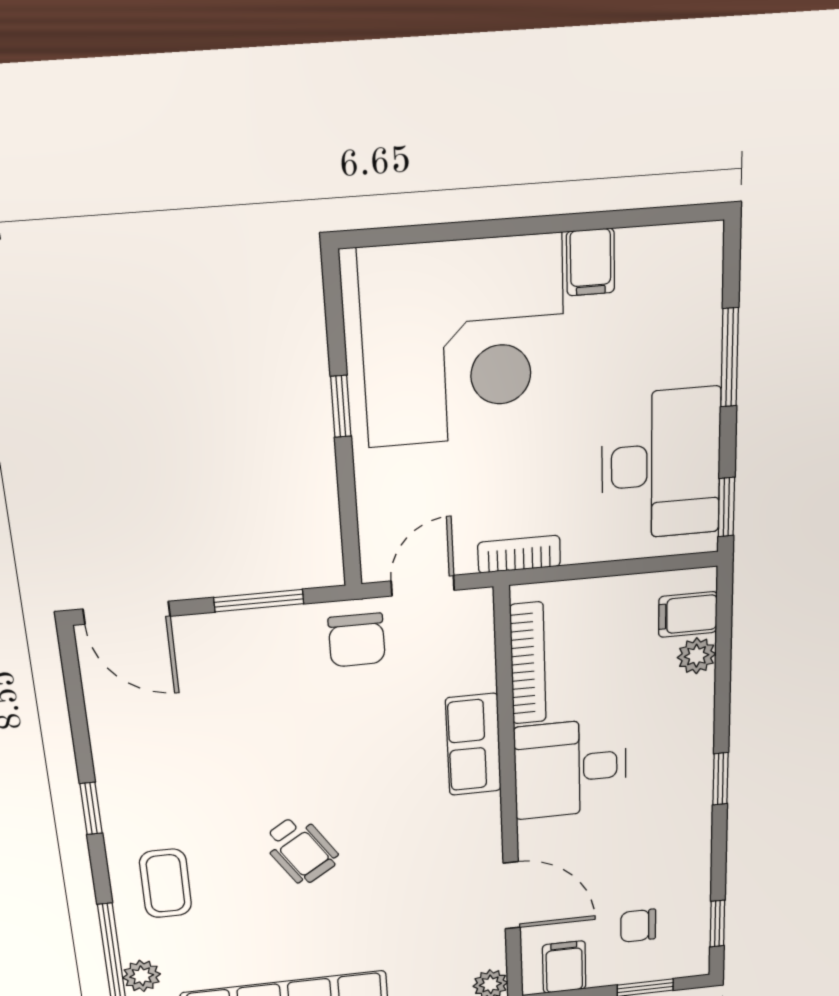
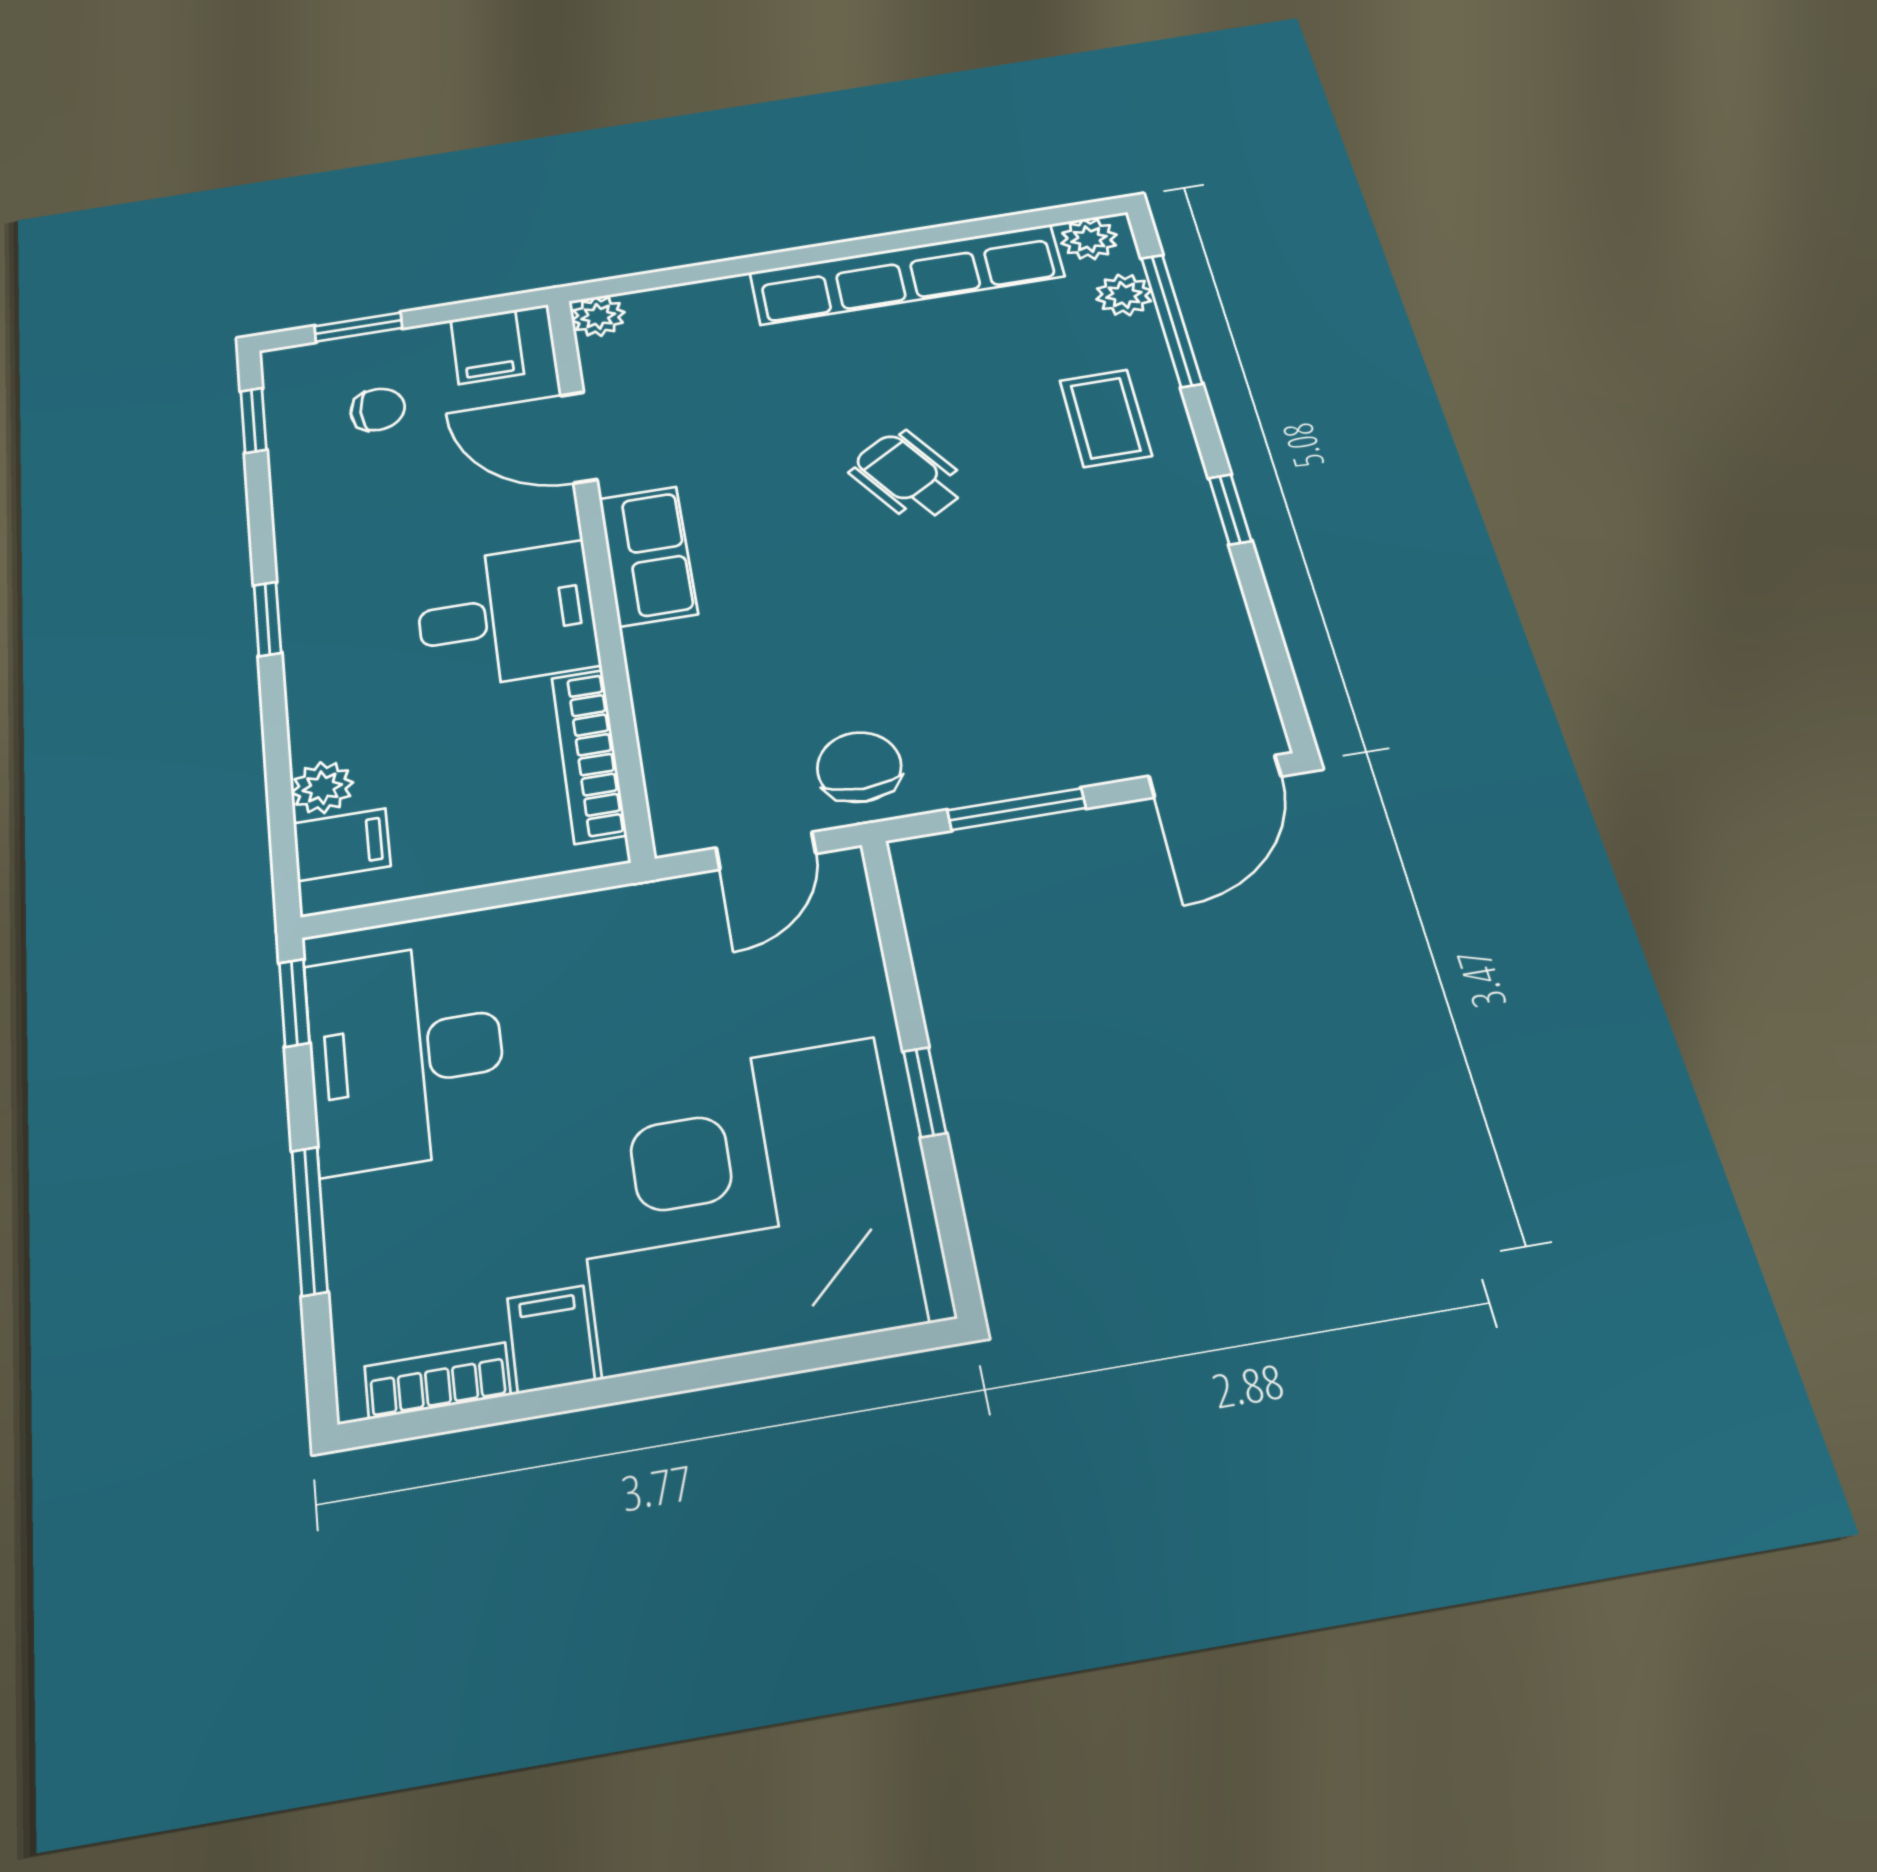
bookcase: (519, 554) -> (437, 1381), moved, turned 180
door: (127, 613) -> (1215, 776), swing flipped
row of seats: (473, 745) -> (648, 556), moved

